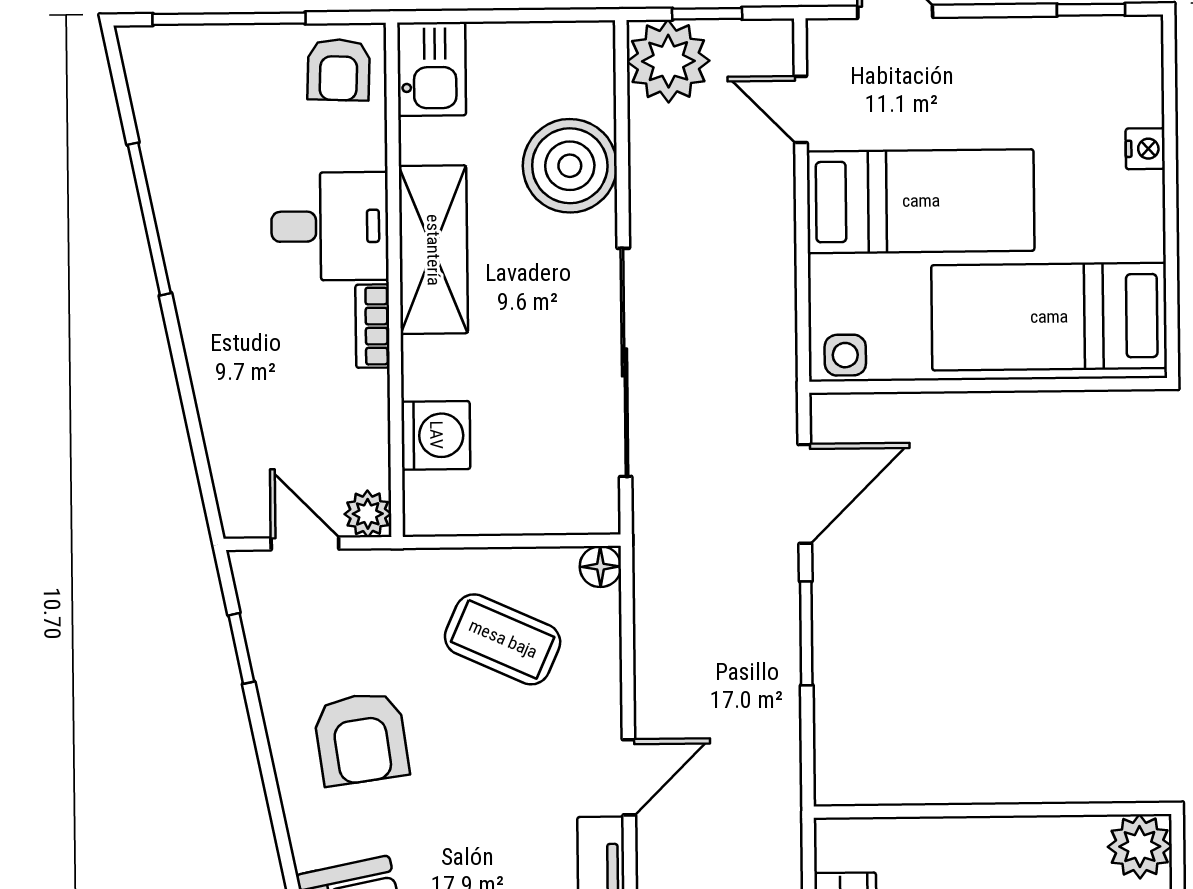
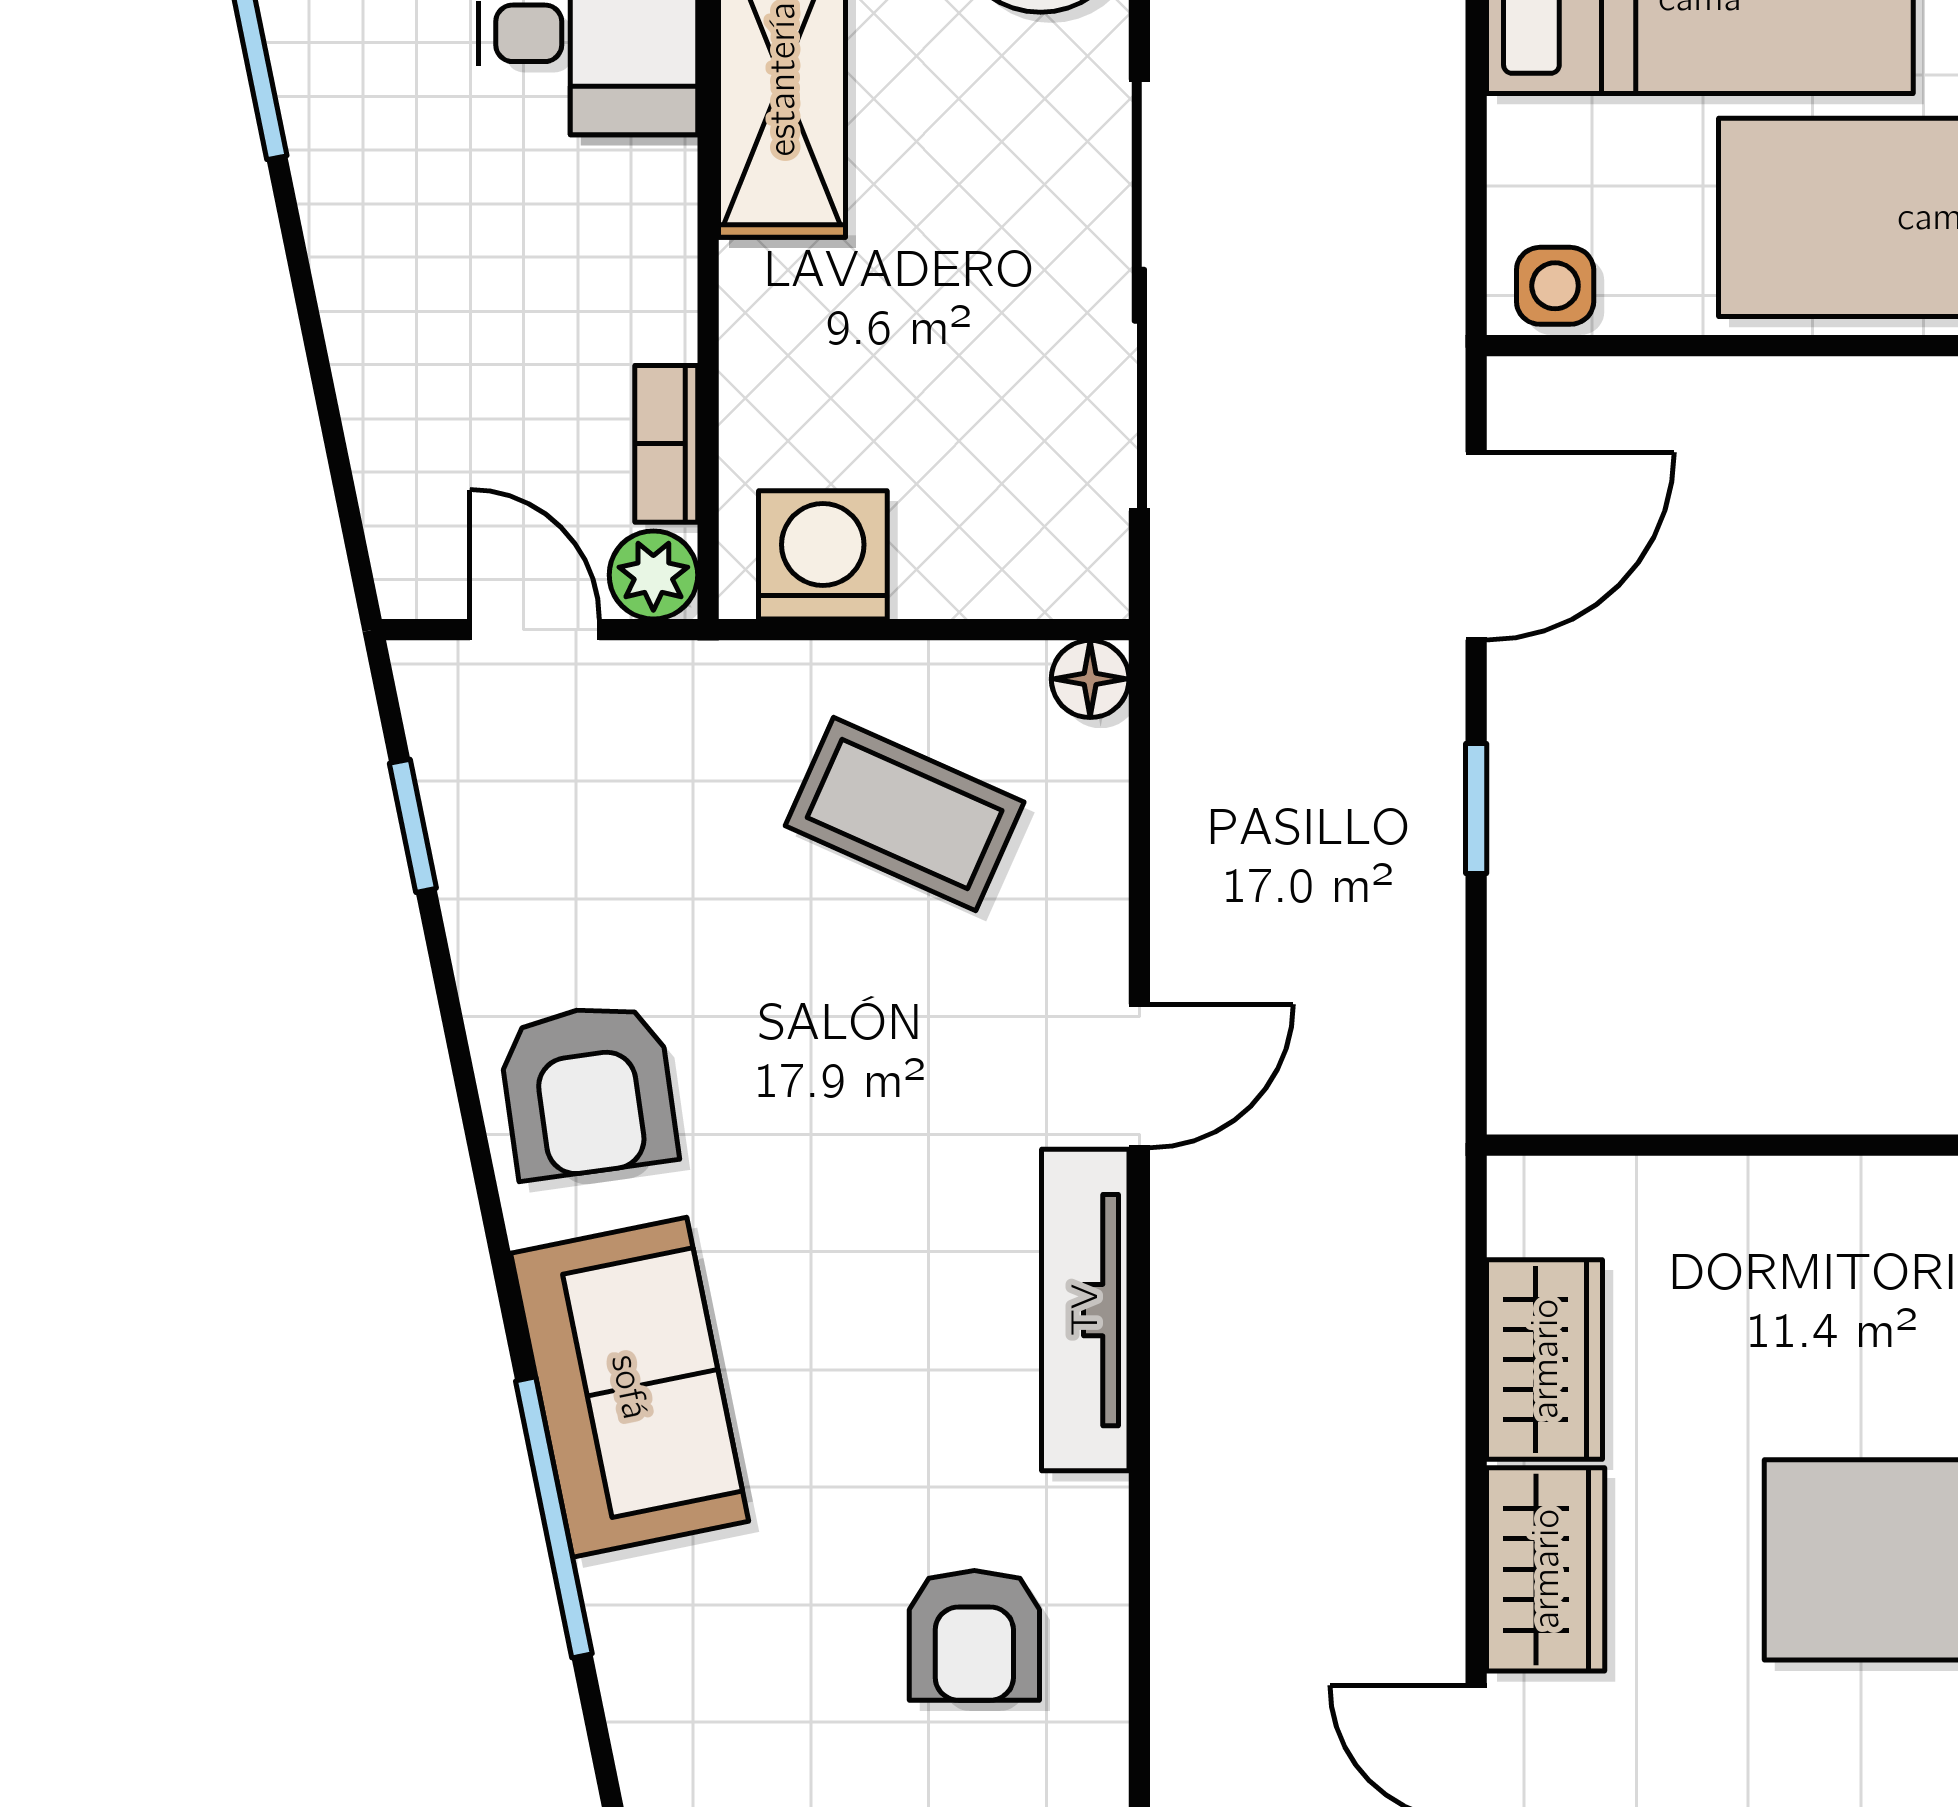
bookcase: (373, 326) -> (666, 444), moved
washing machine: (436, 435) -> (823, 555), moved, turned -90
window: (806, 633) -> (1476, 809), width x0.67
armchair: (361, 738) -> (588, 1090), moved

